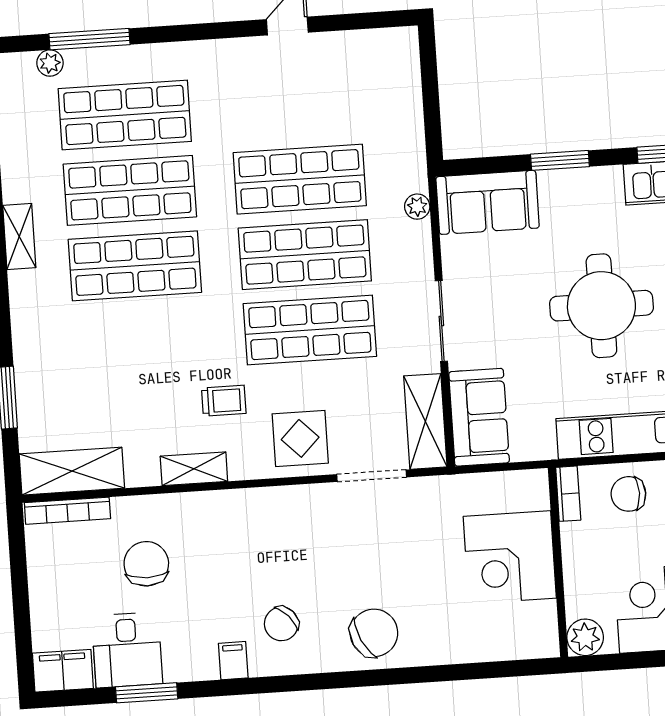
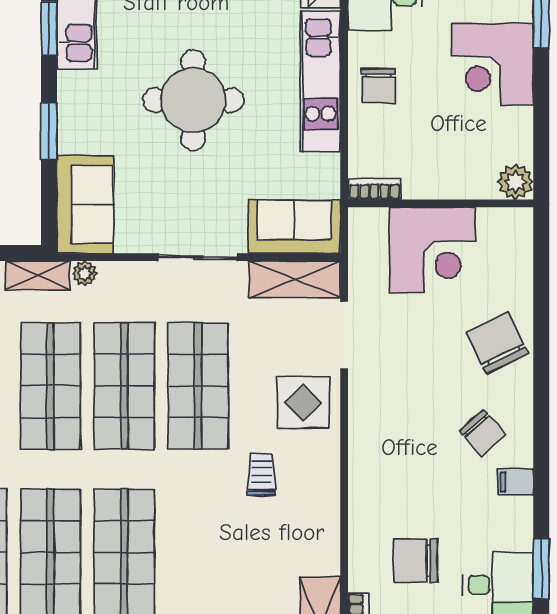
shelving: (194, 469) -> (38, 275), moved, turned 90
bookcase: (568, 494) -> (374, 189), moved
corner desk: (510, 557) -> (433, 250), moved
wall: (558, 562) -> (441, 203), moved
plant: (585, 637) -> (515, 182), moved

